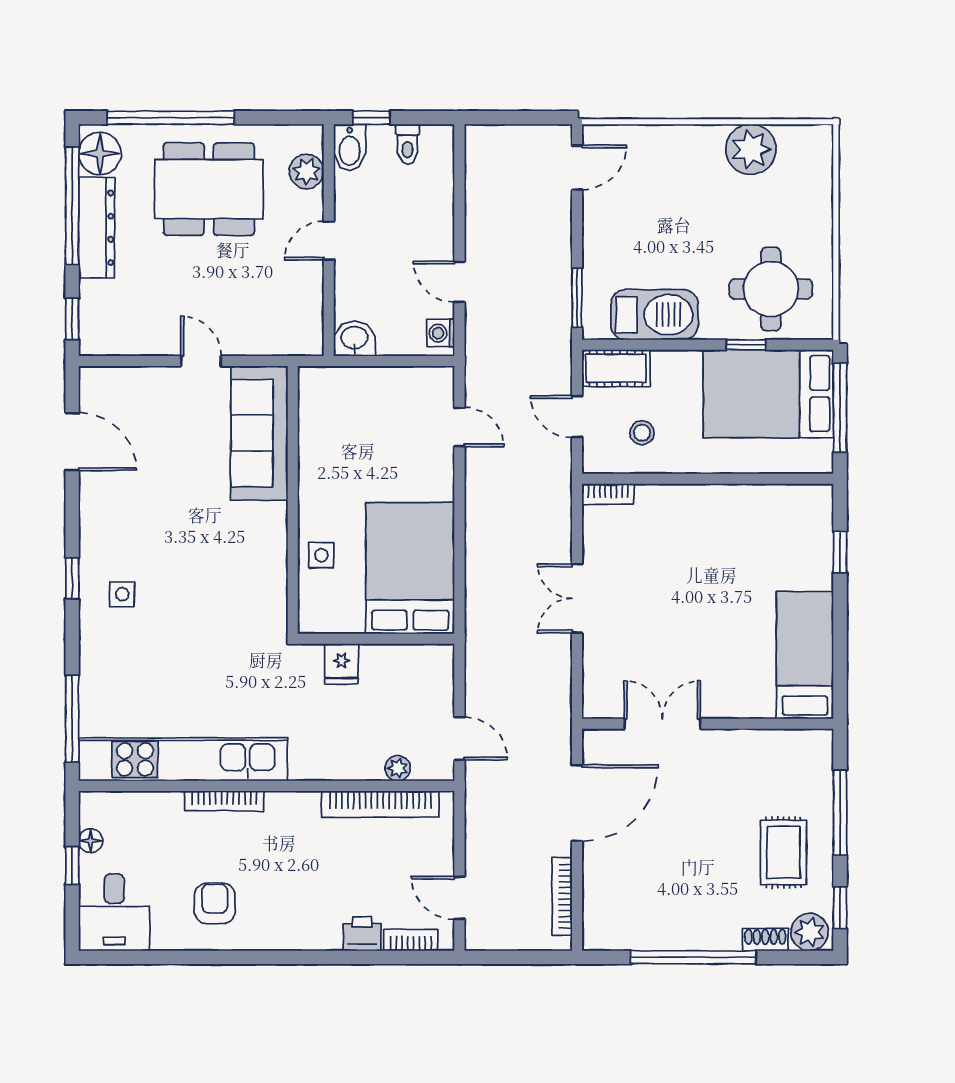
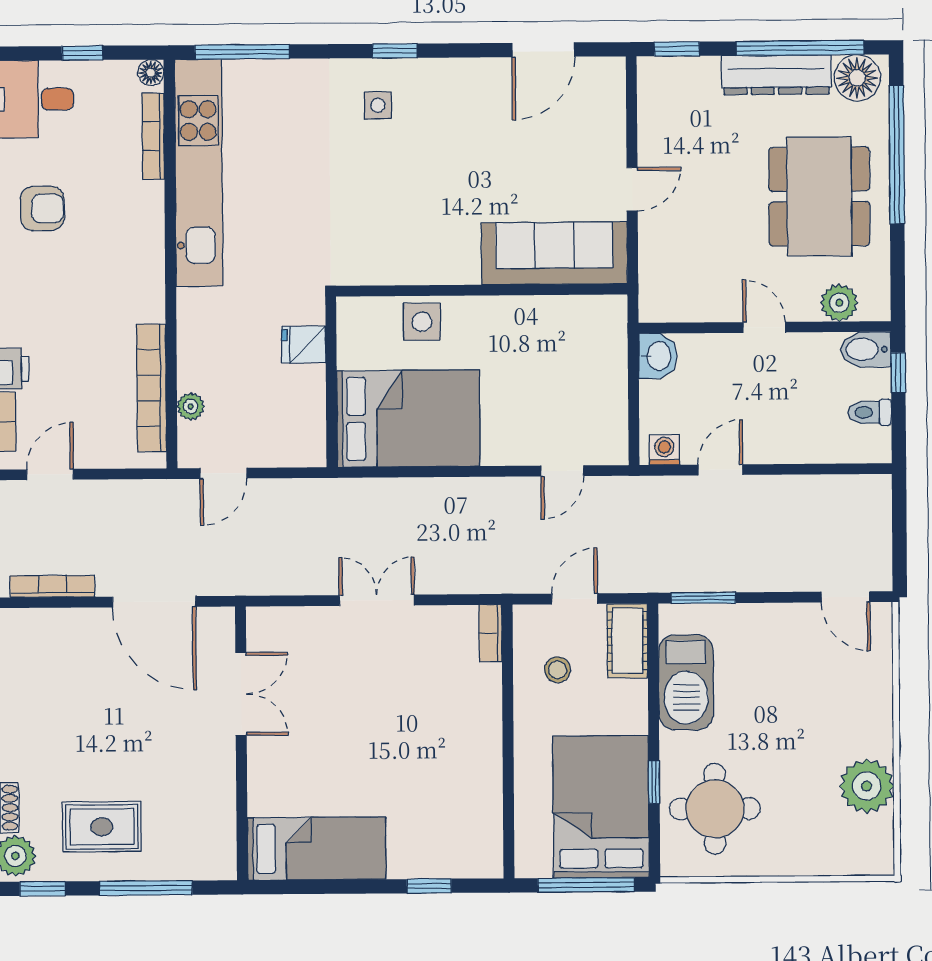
side table: (321, 555) -> (422, 322), width x1.37, depth x1.37
bookcase: (225, 801) -> (153, 136), moved
floor lamp: (91, 841) -> (151, 73), moved

